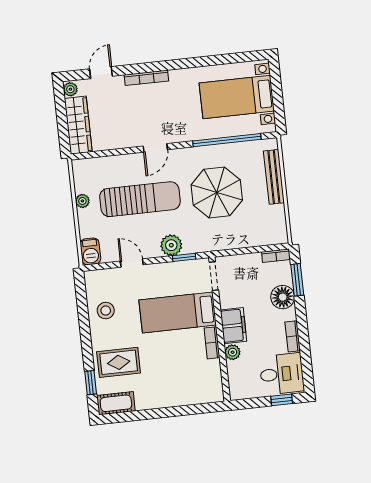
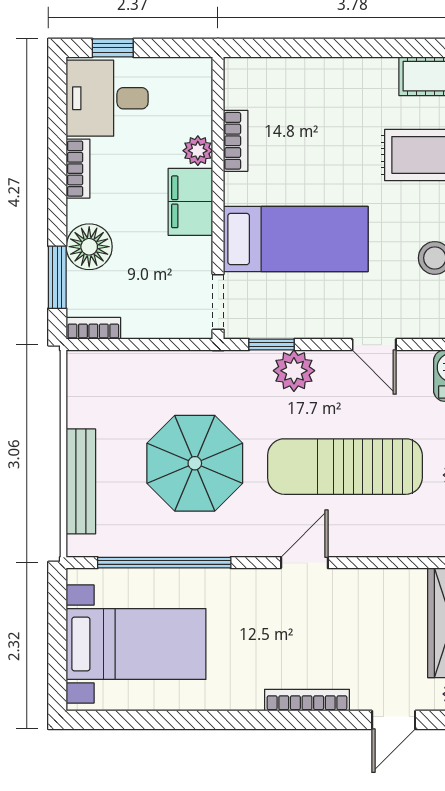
bookcase: (212, 343) -> (236, 141), moved

